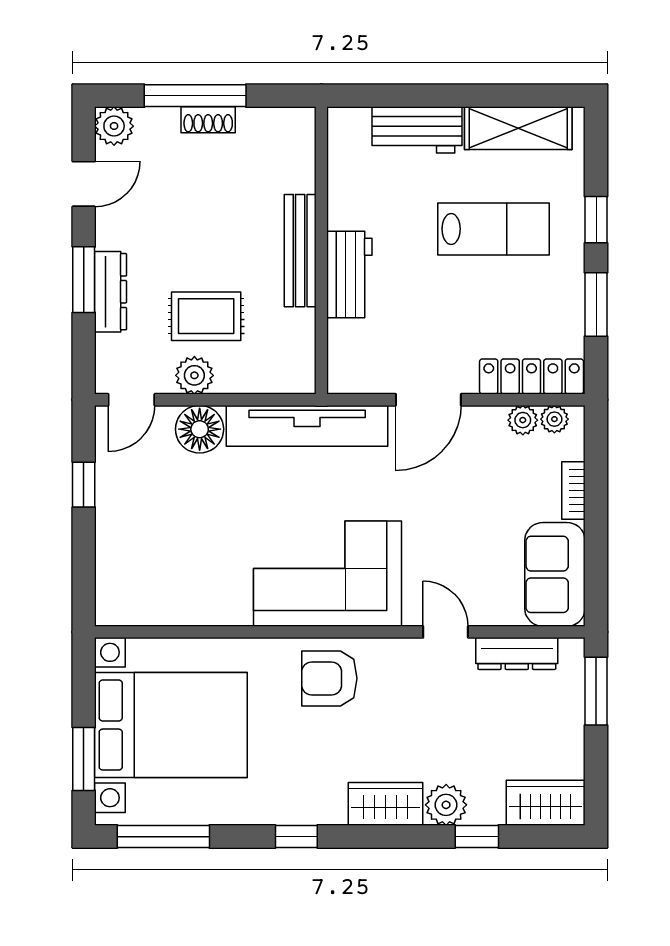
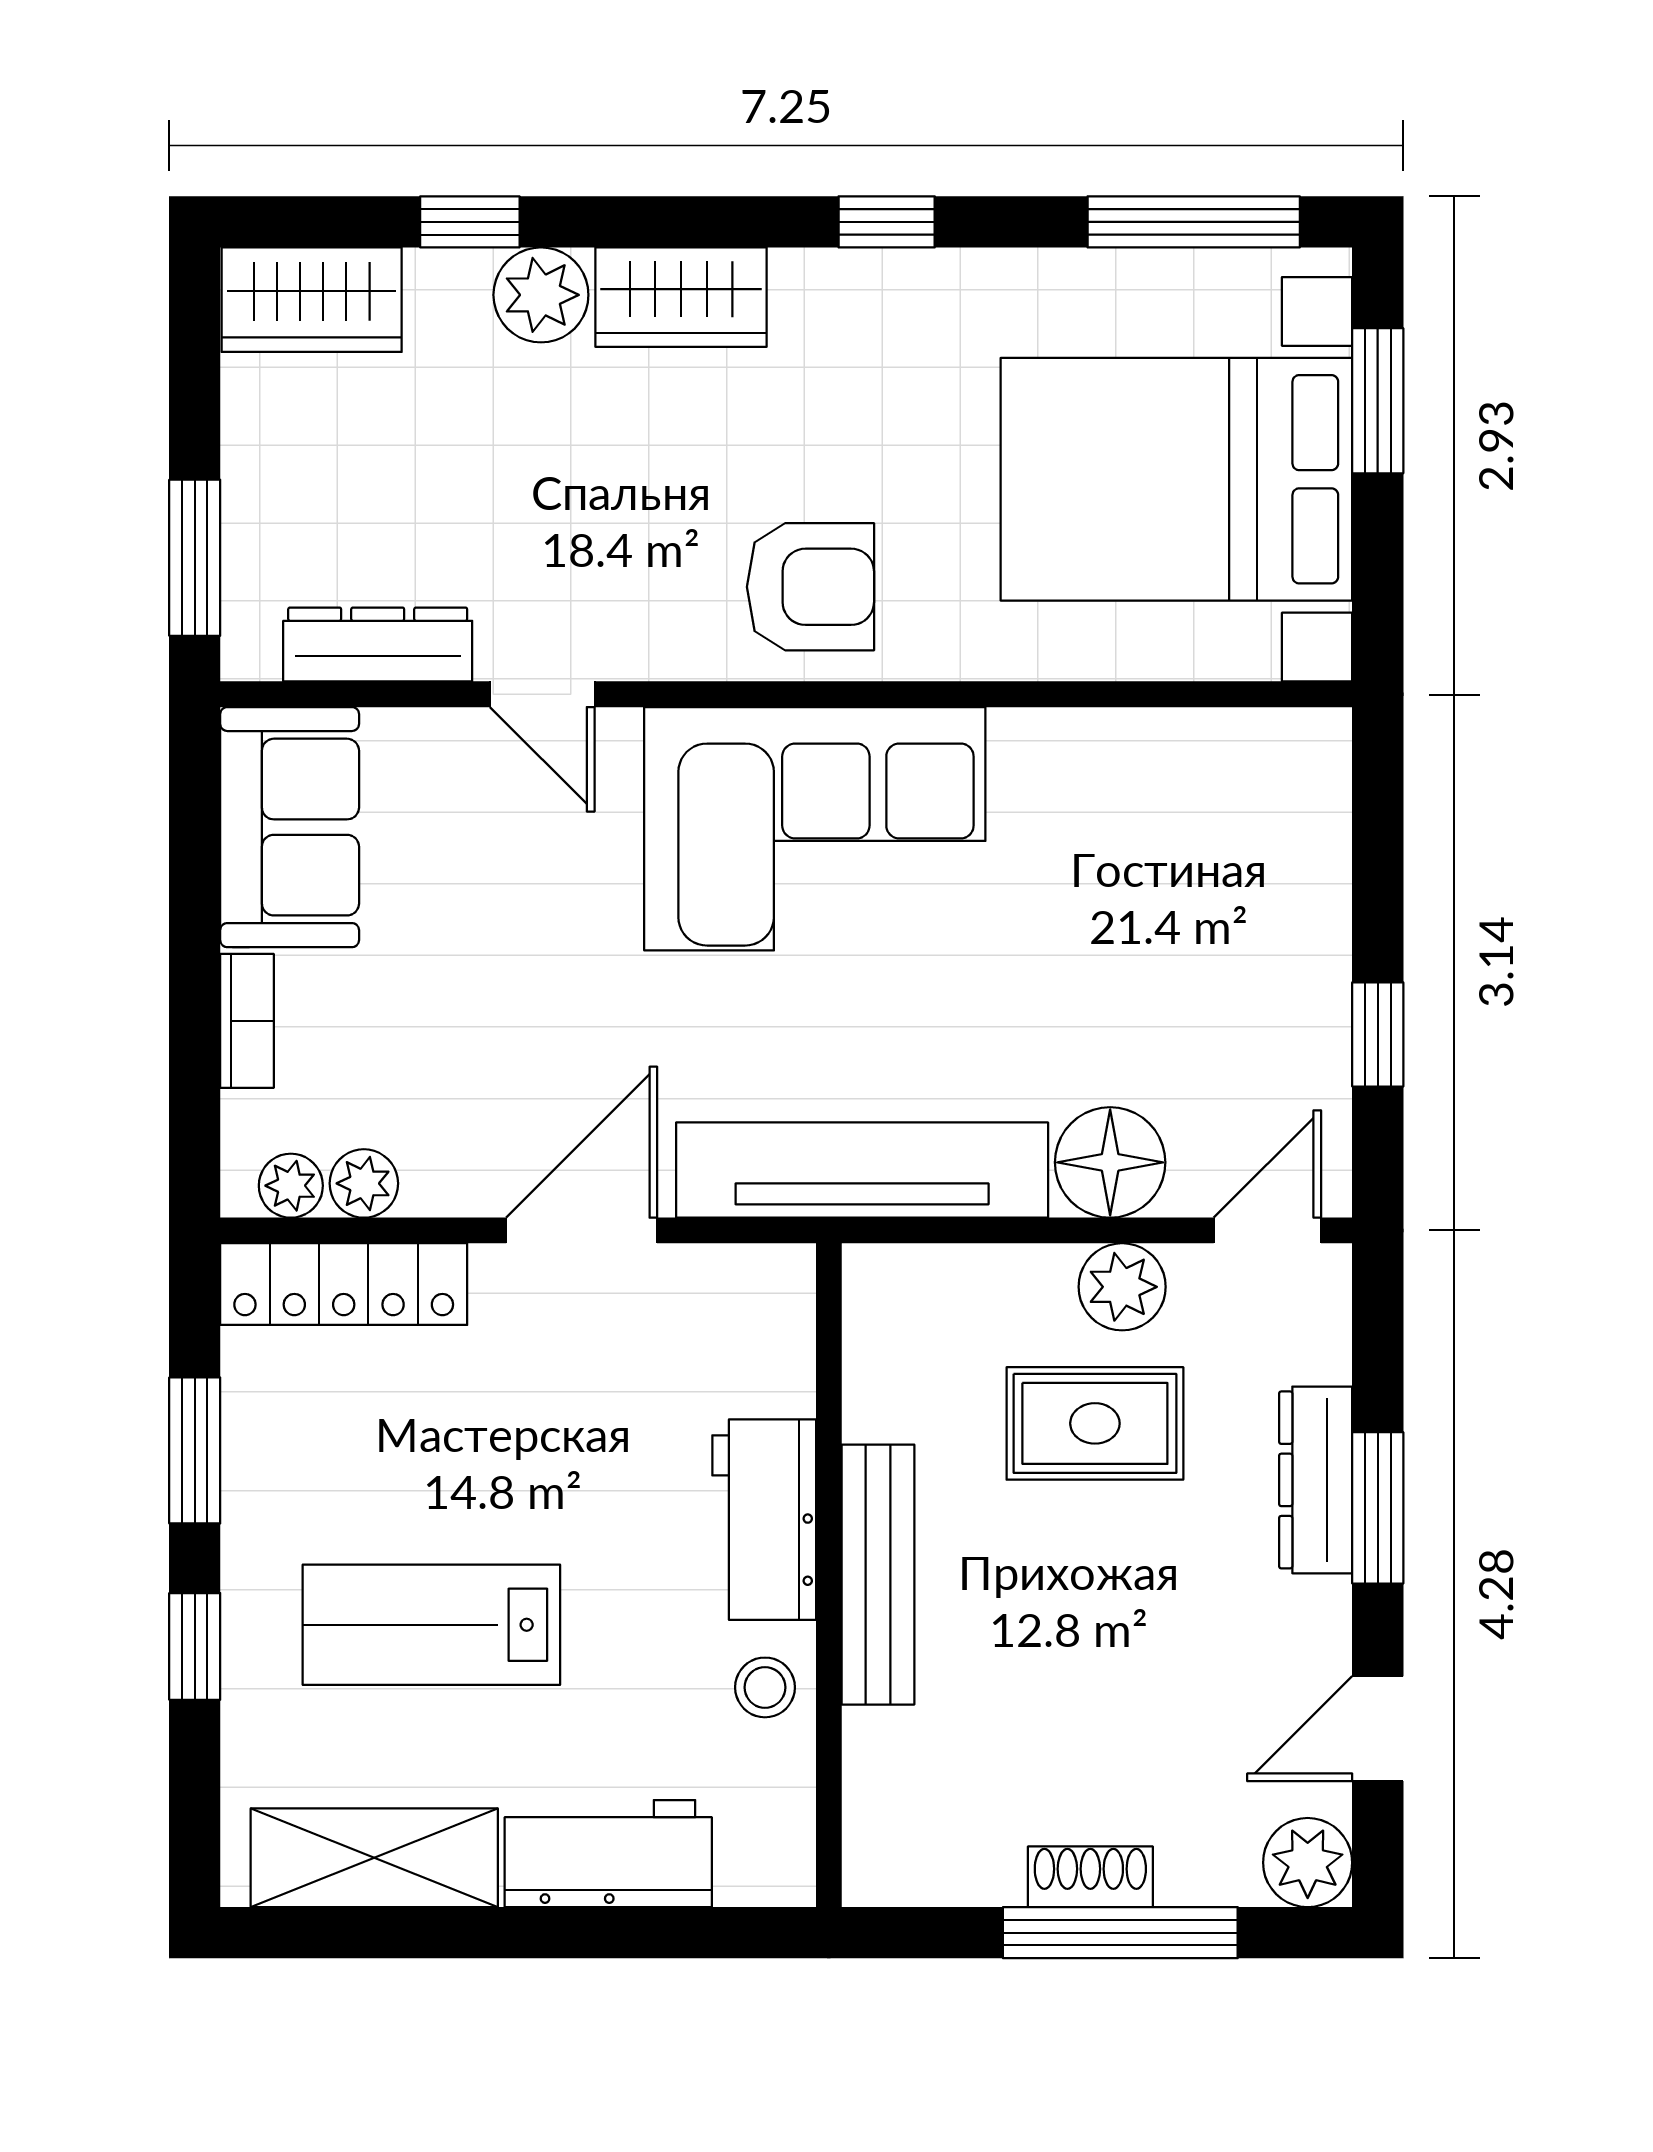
stool: (349, 202) -> (765, 1687), added

